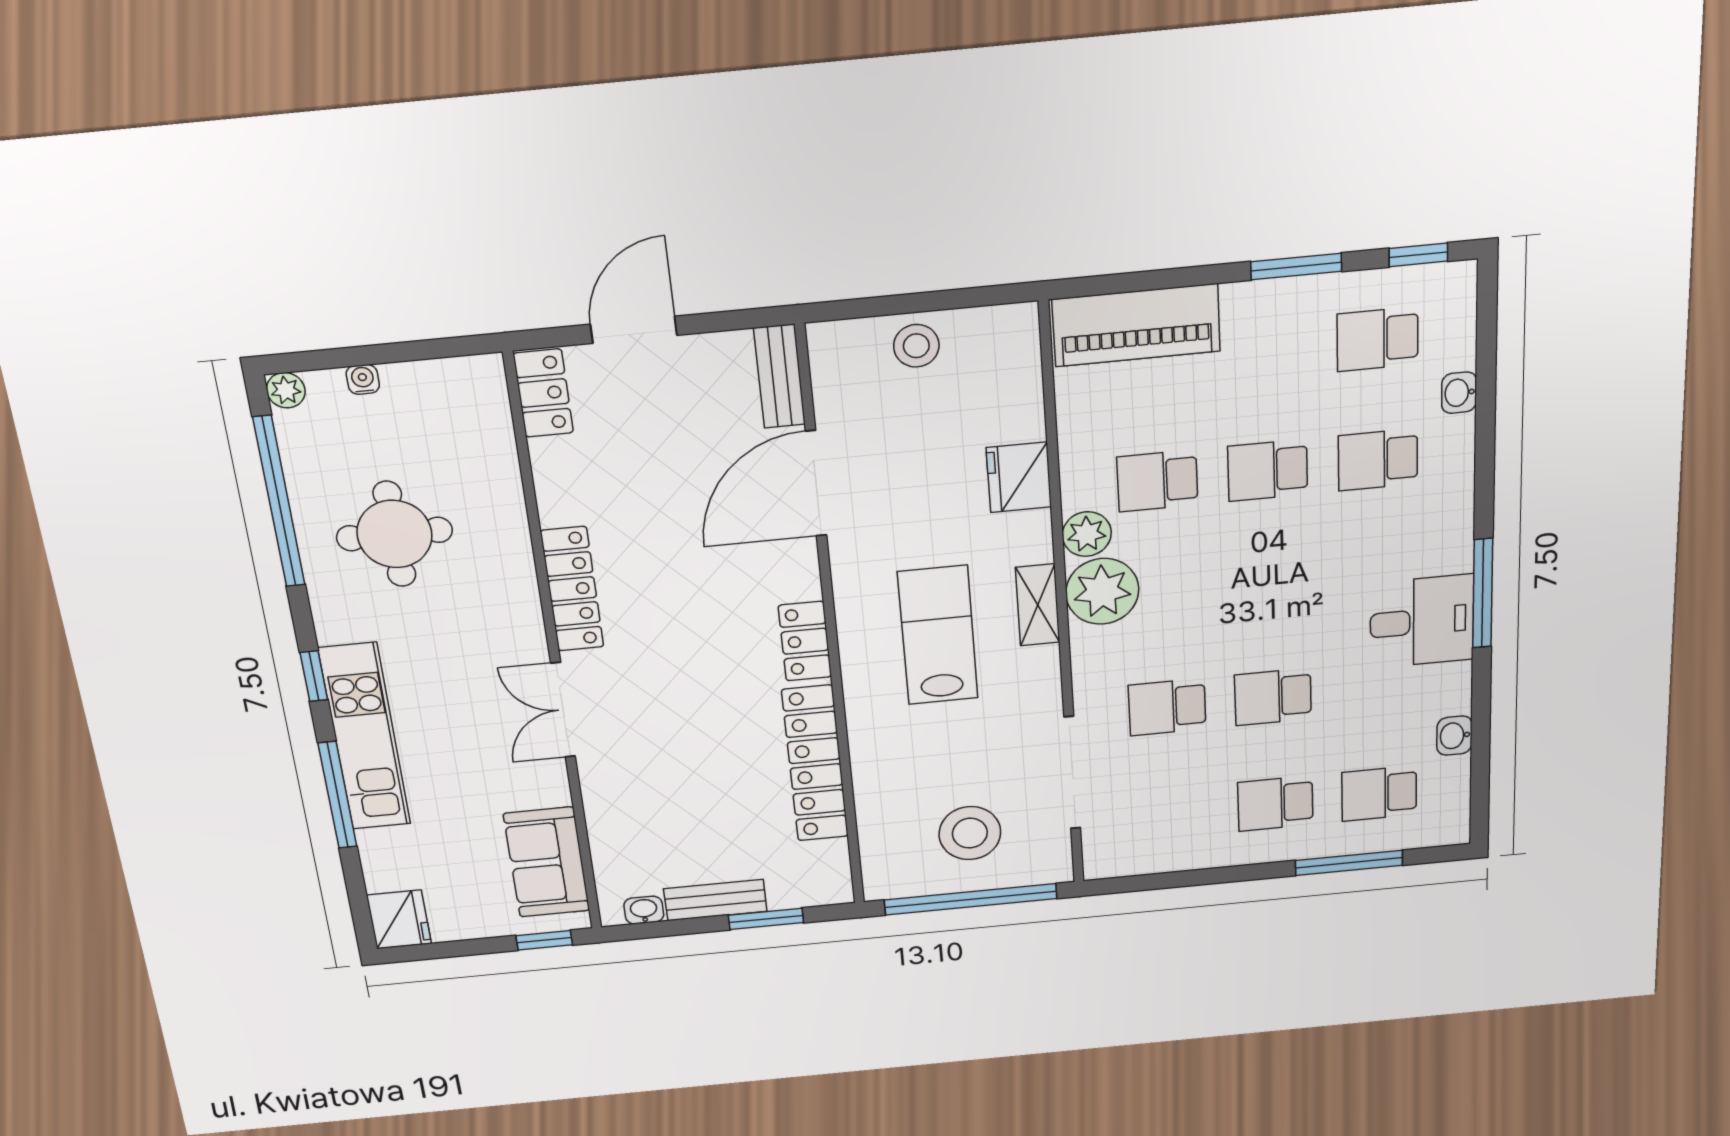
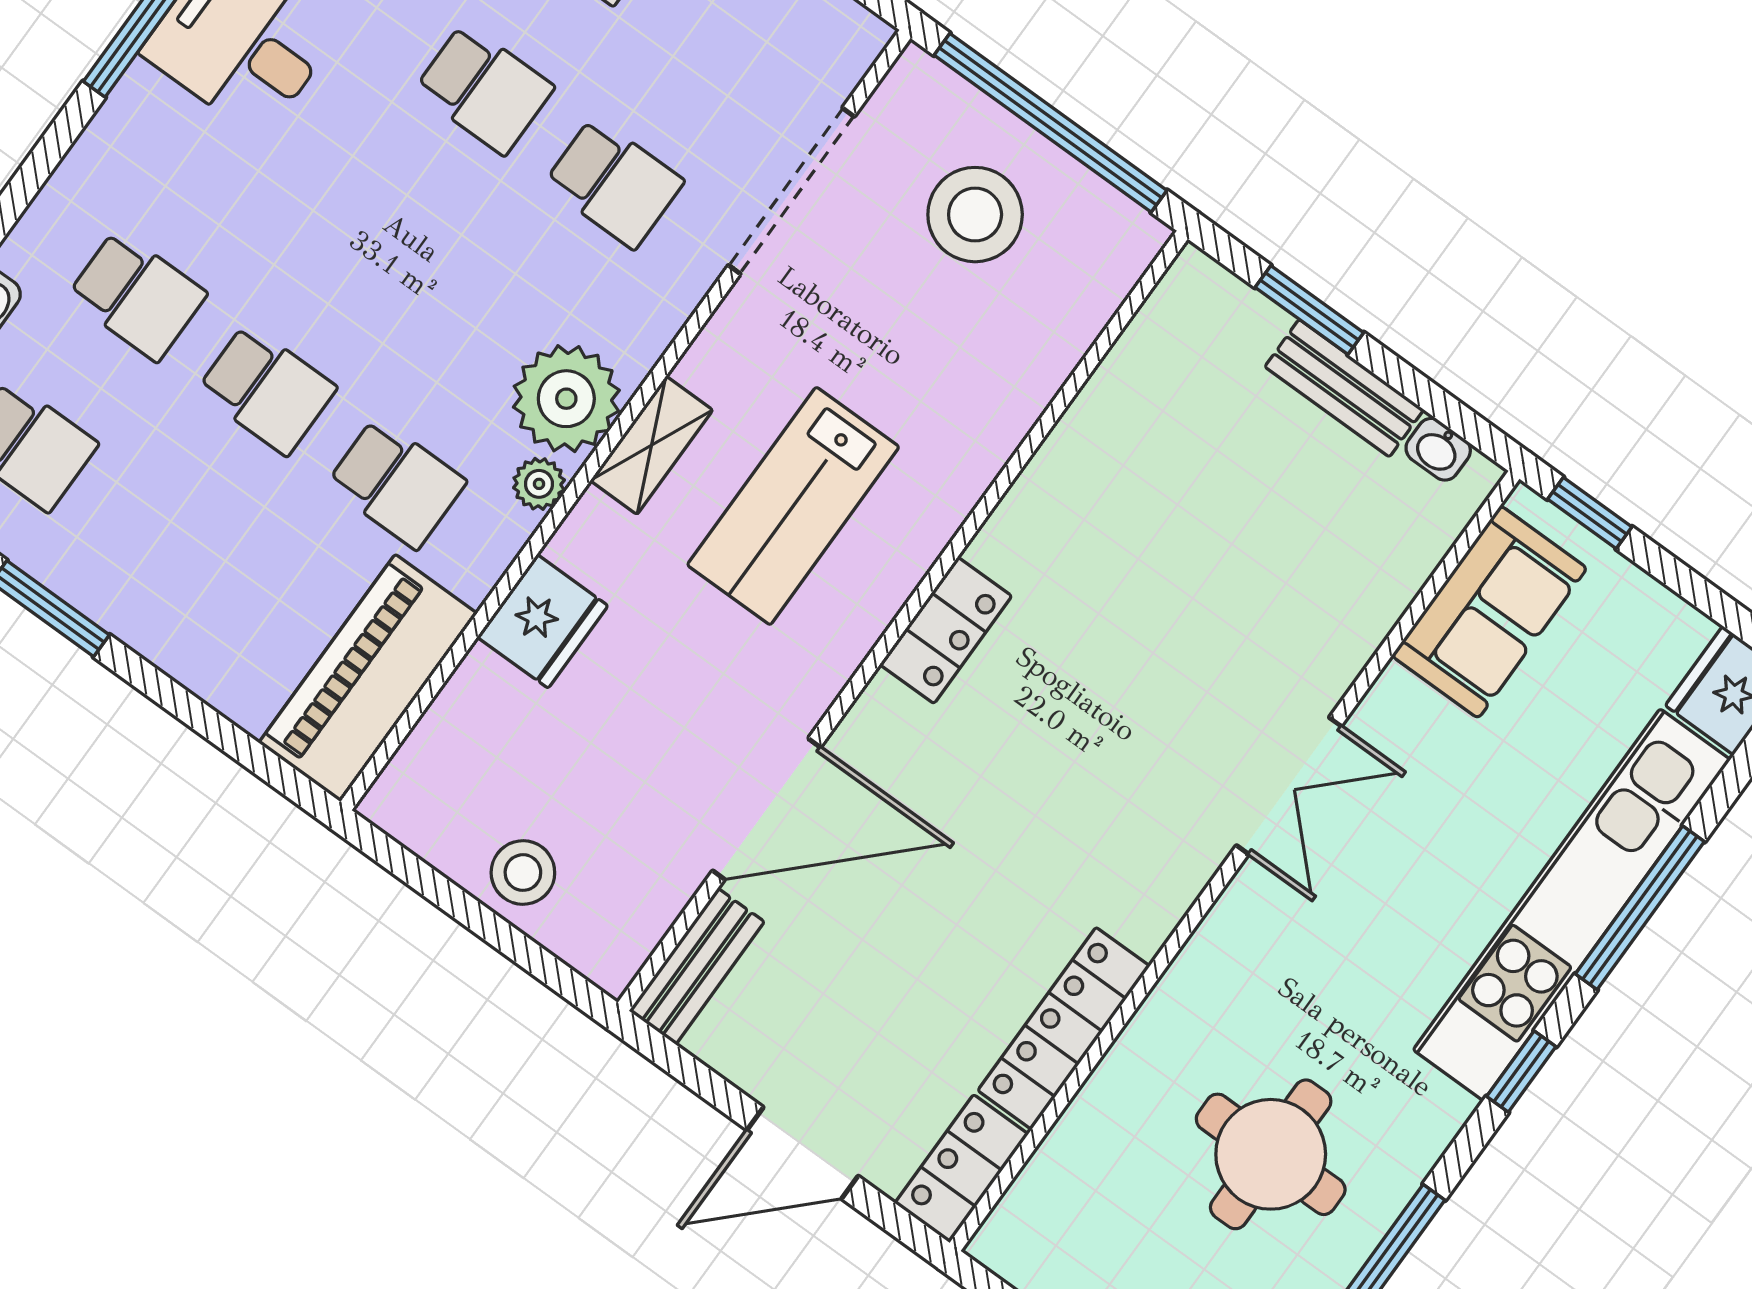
piano: (1136, 325) -> (368, 678), moved, turned -90
plant: (1087, 534) -> (539, 484), width x0.73, depth x0.73
locker: (572, 589) -> (1064, 1028), moved
kitchen unit: (365, 737) -> (1572, 905), width x1.36
locker: (815, 764) -> (1071, 465), removed

